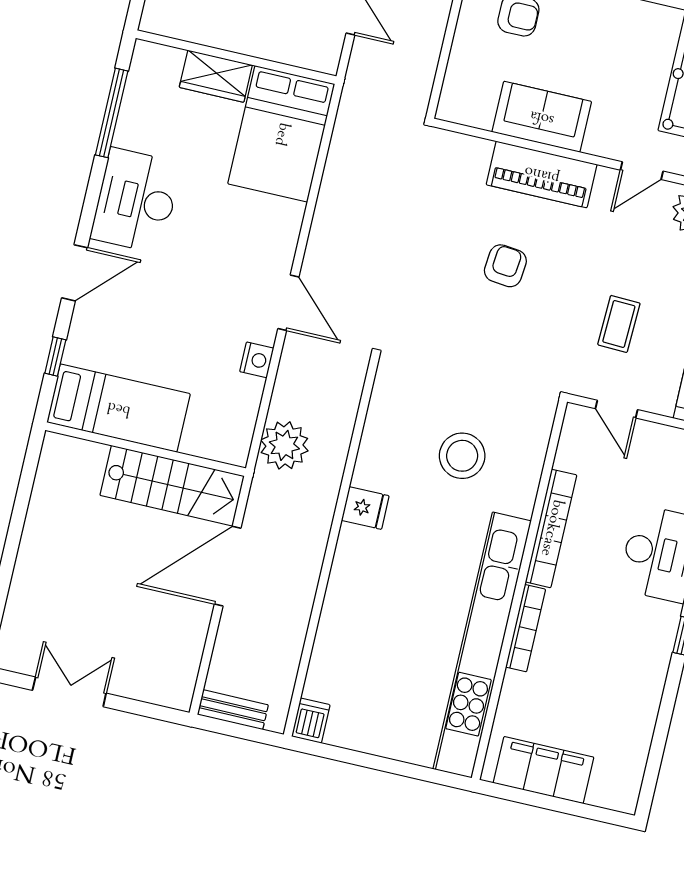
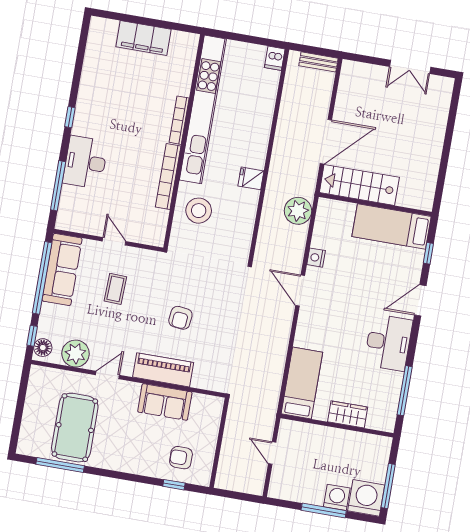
bed: (281, 134) -> (302, 383), width x0.67
bookcase: (551, 528) -> (168, 177), moved
wall: (519, 590) -> (184, 141), moved
bookcase: (526, 628) -> (179, 120), moved
kitchen unit: (482, 645) -> (203, 109), moved

